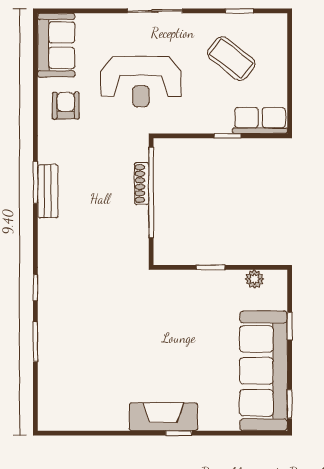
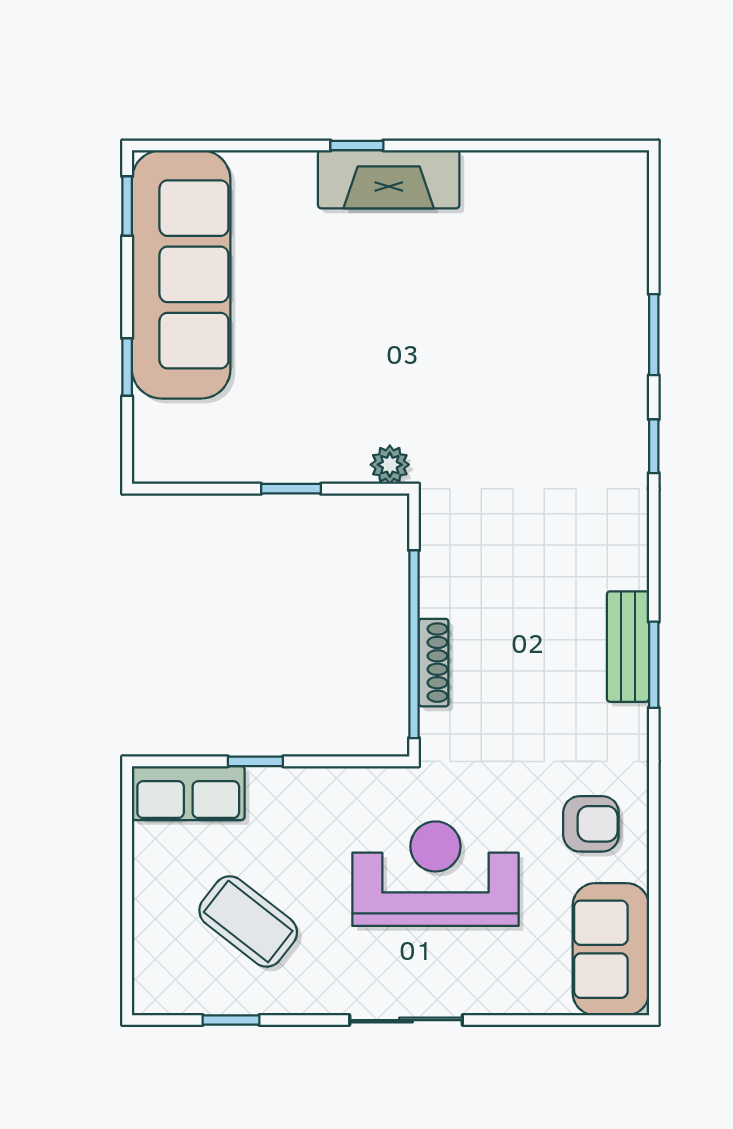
armchair: (66, 106) -> (591, 824), turned -90
plant: (254, 279) -> (390, 465), moved

